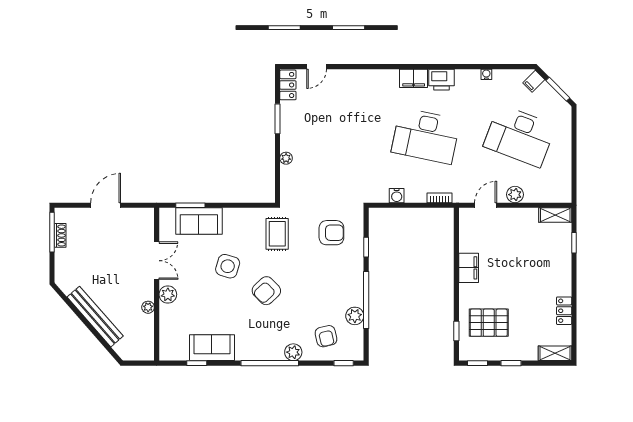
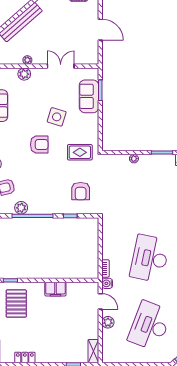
water cooler: (397, 196) -> (107, 283), moved
double door: (157, 261) -> (61, 66), swing flipped
armchair: (266, 291) -> (39, 145), turned 134
plant: (168, 294) -> (24, 74), moved

